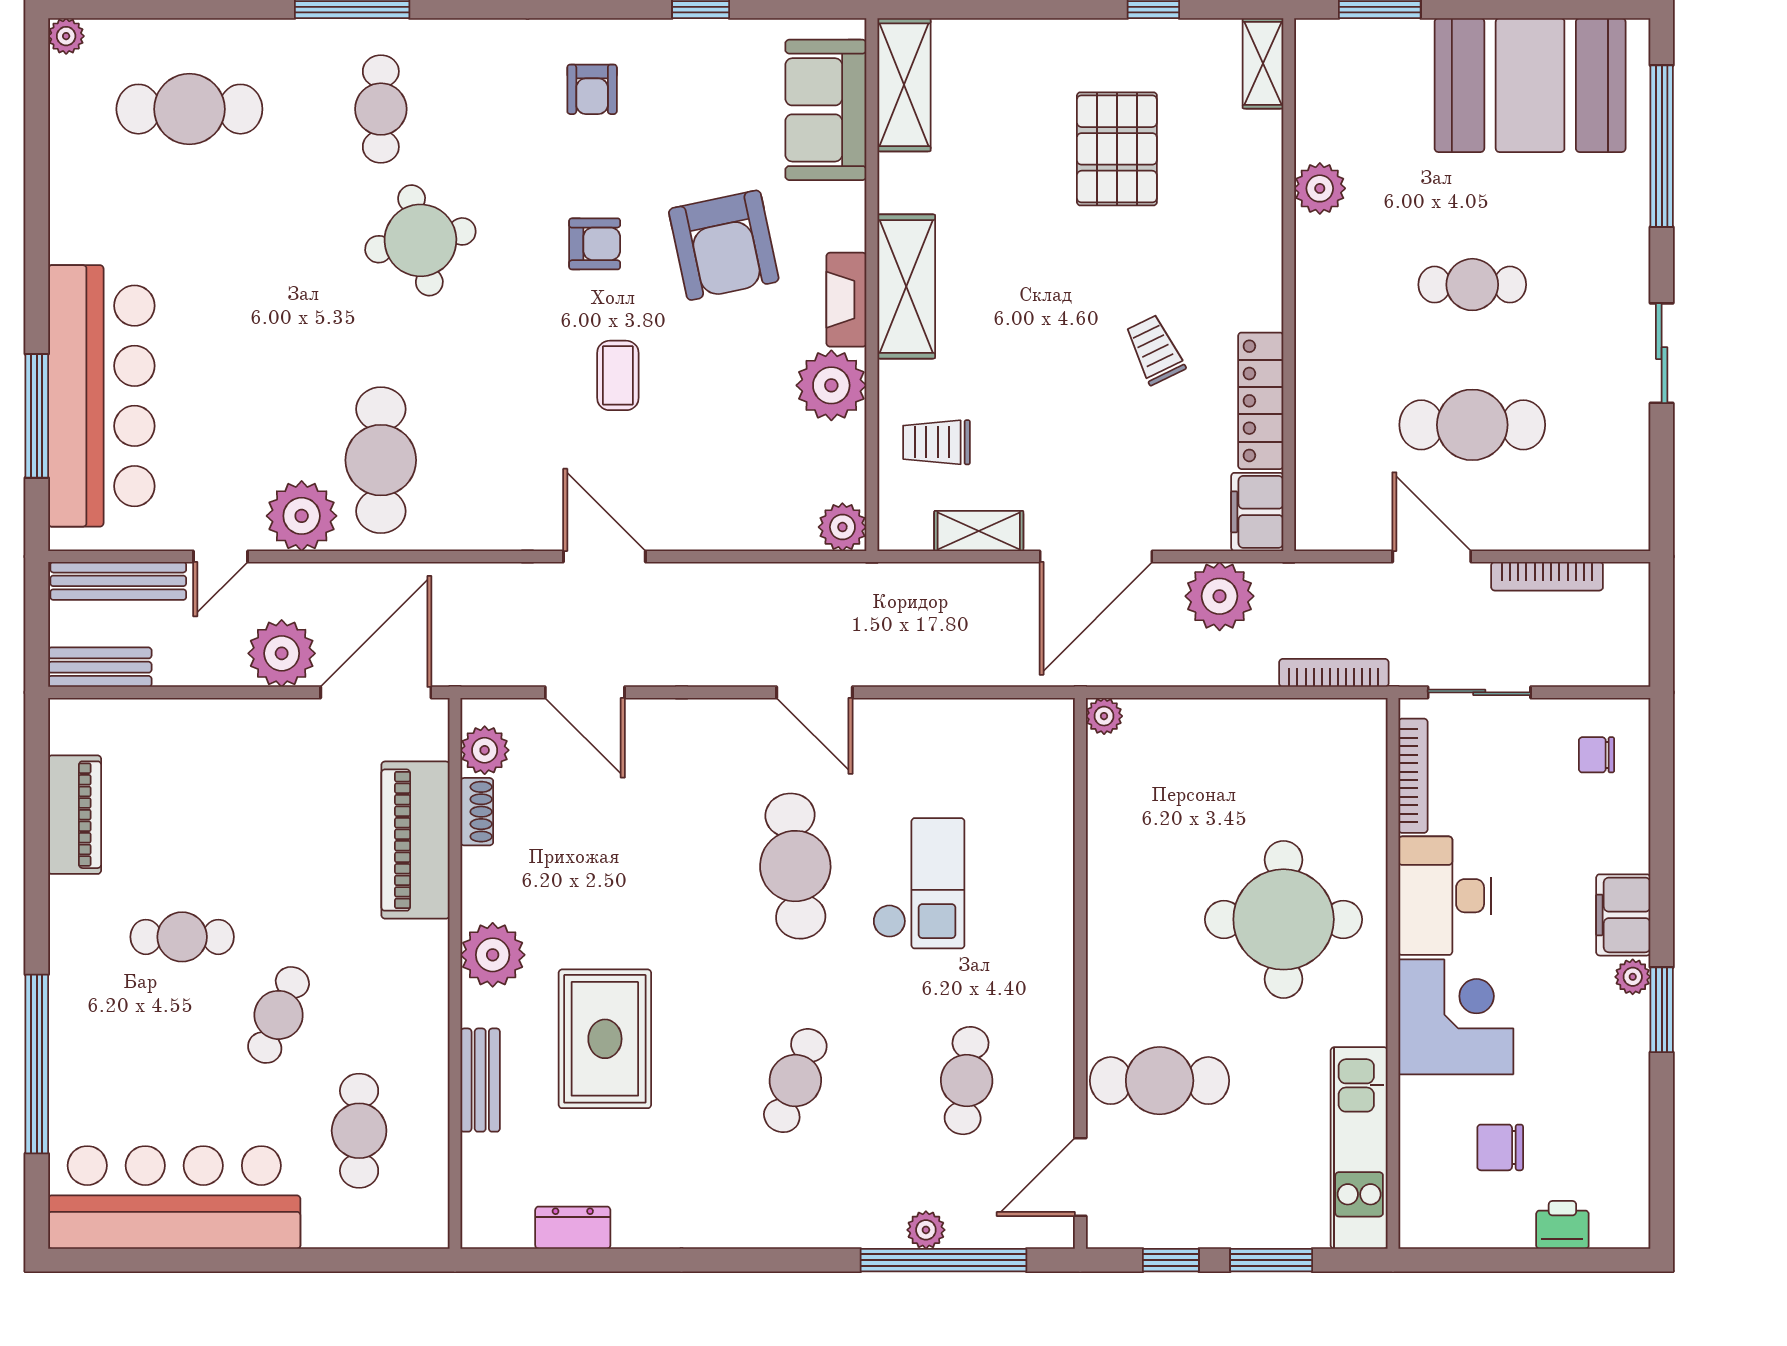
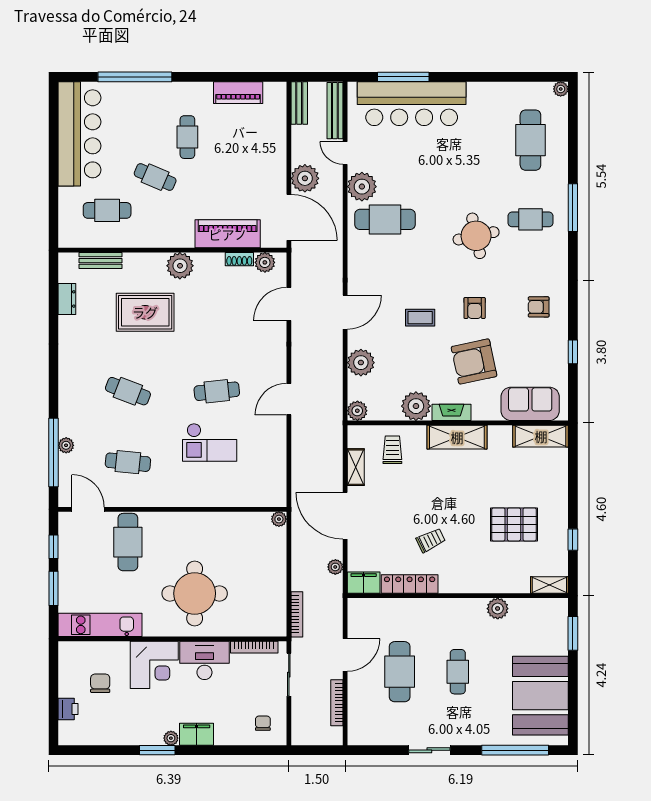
plant: (726, 518) -> (361, 363), added
plant: (1220, 596) -> (335, 567), width x0.53, depth x0.53
cafe table: (795, 866) -> (217, 391), width x0.73, depth x0.74
bench: (480, 1080) -> (100, 261), moved

